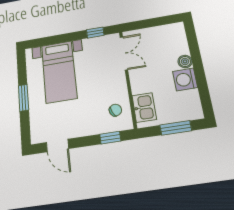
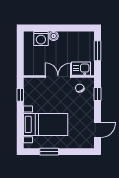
double door: (124, 53) -> (58, 77), moved
washing machine: (185, 79) -> (41, 38), moved
window: (23, 98) -> (49, 152), moved

